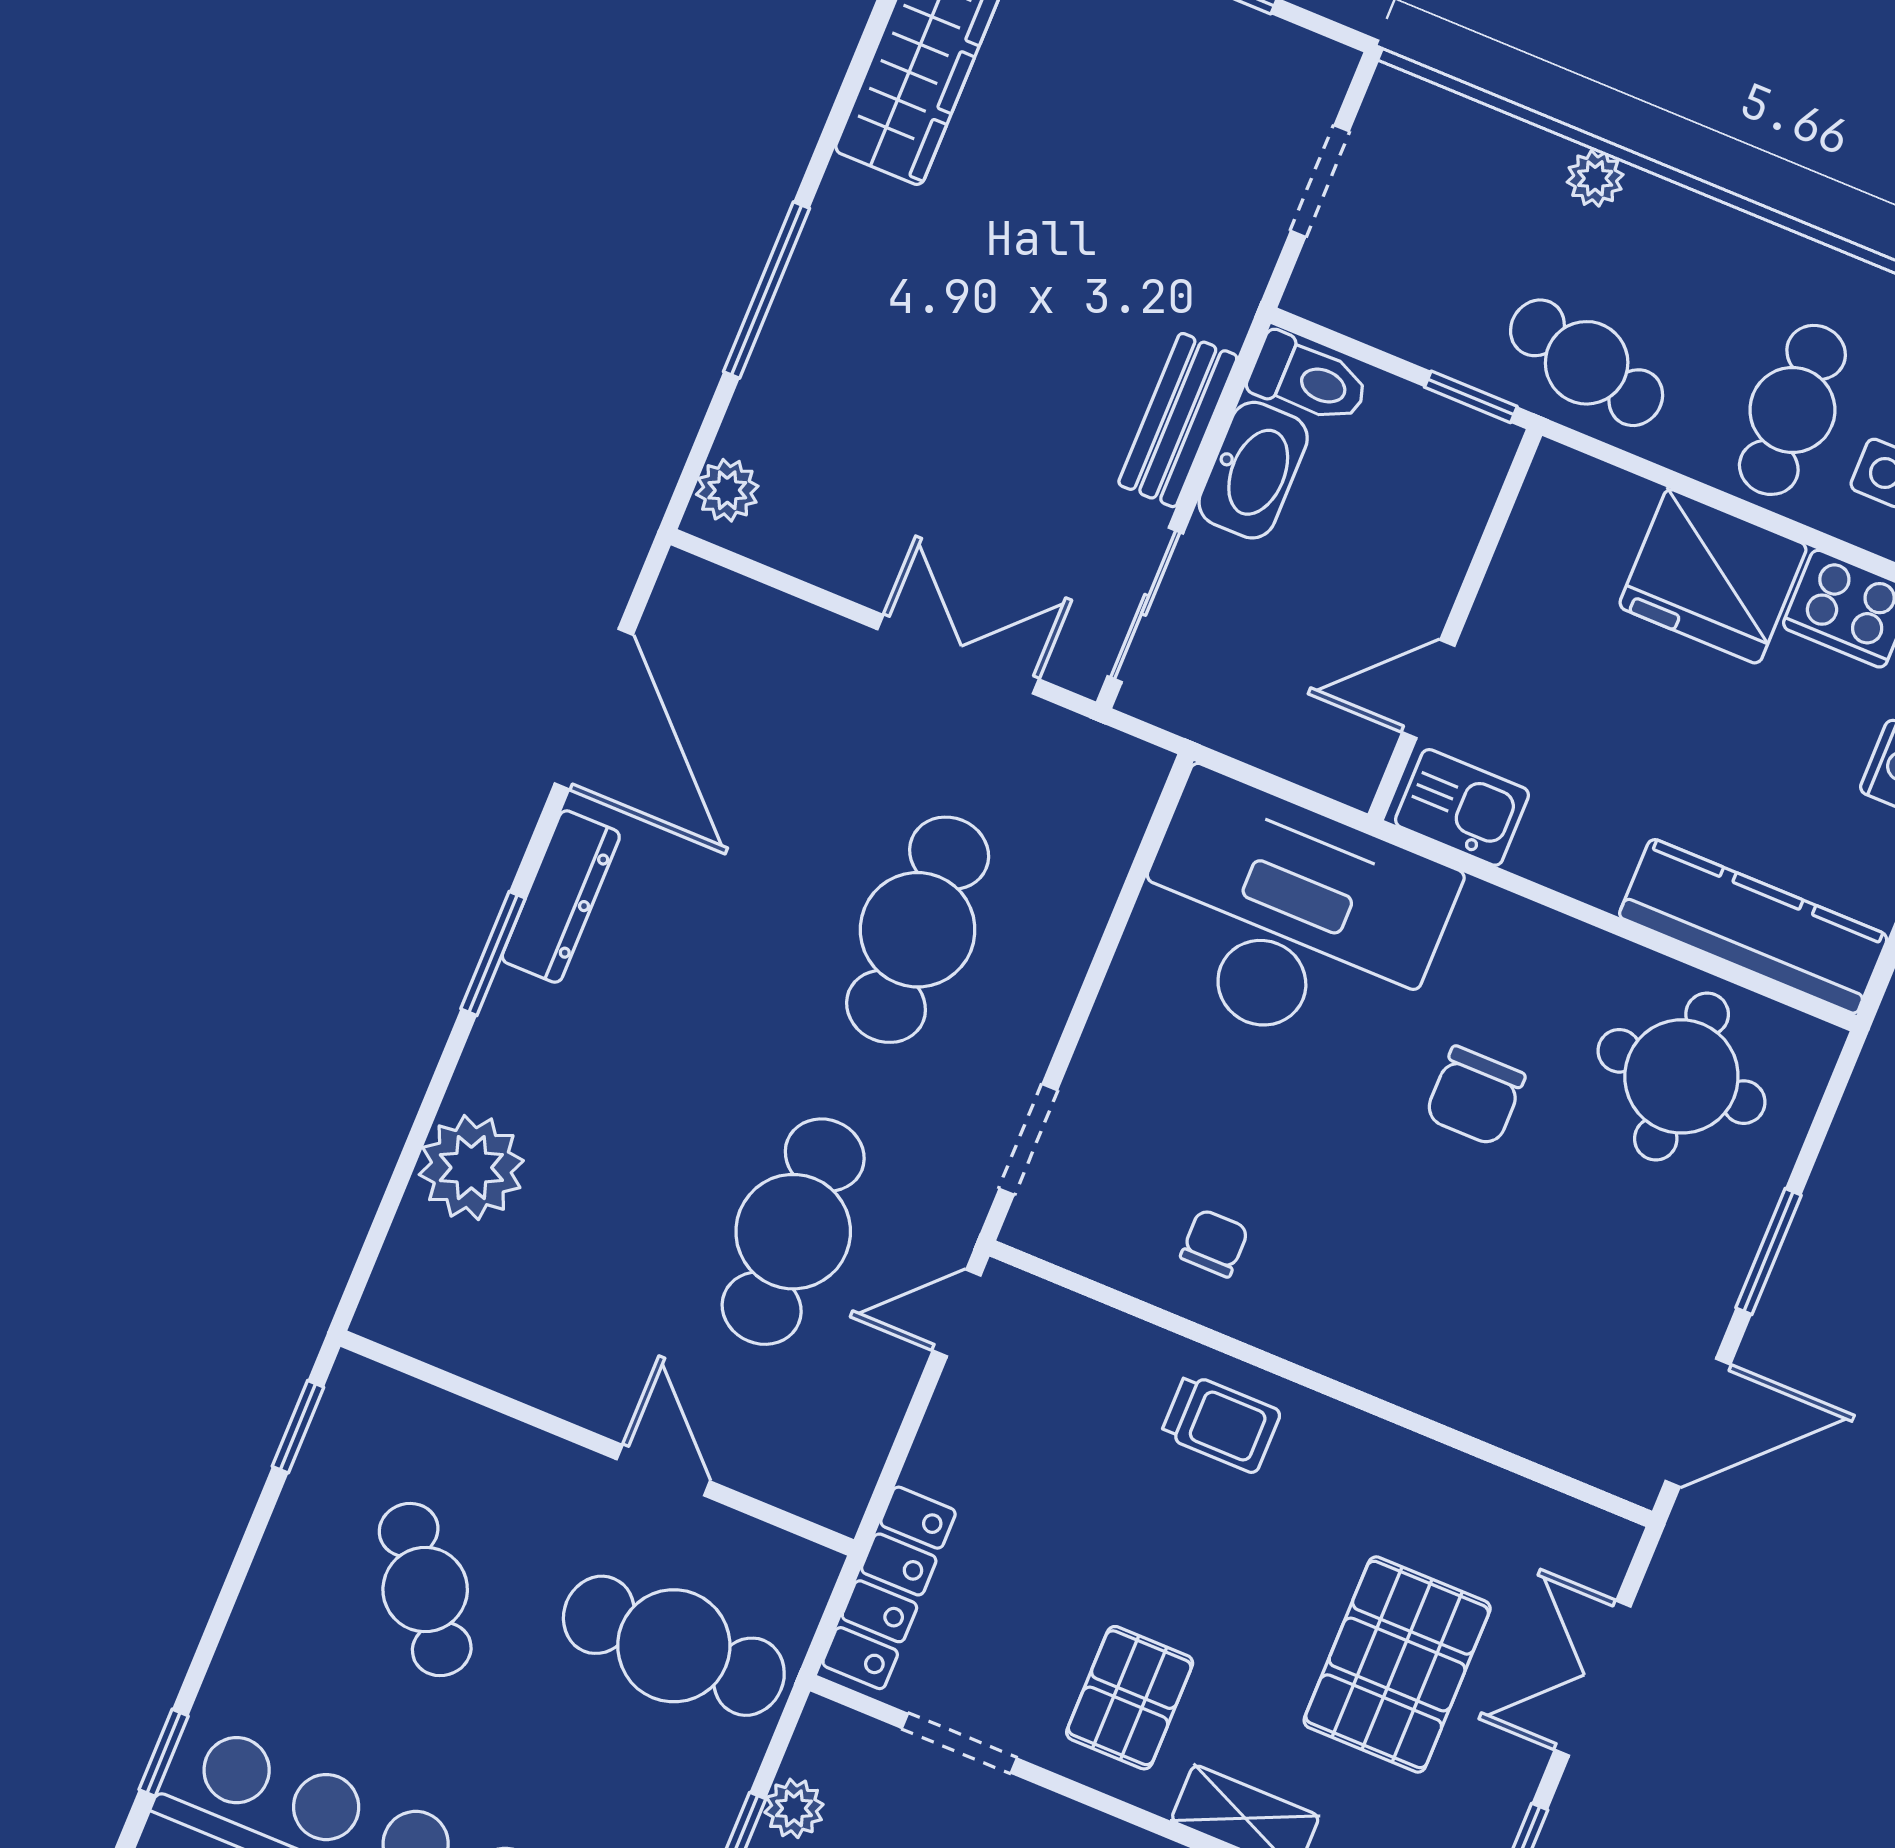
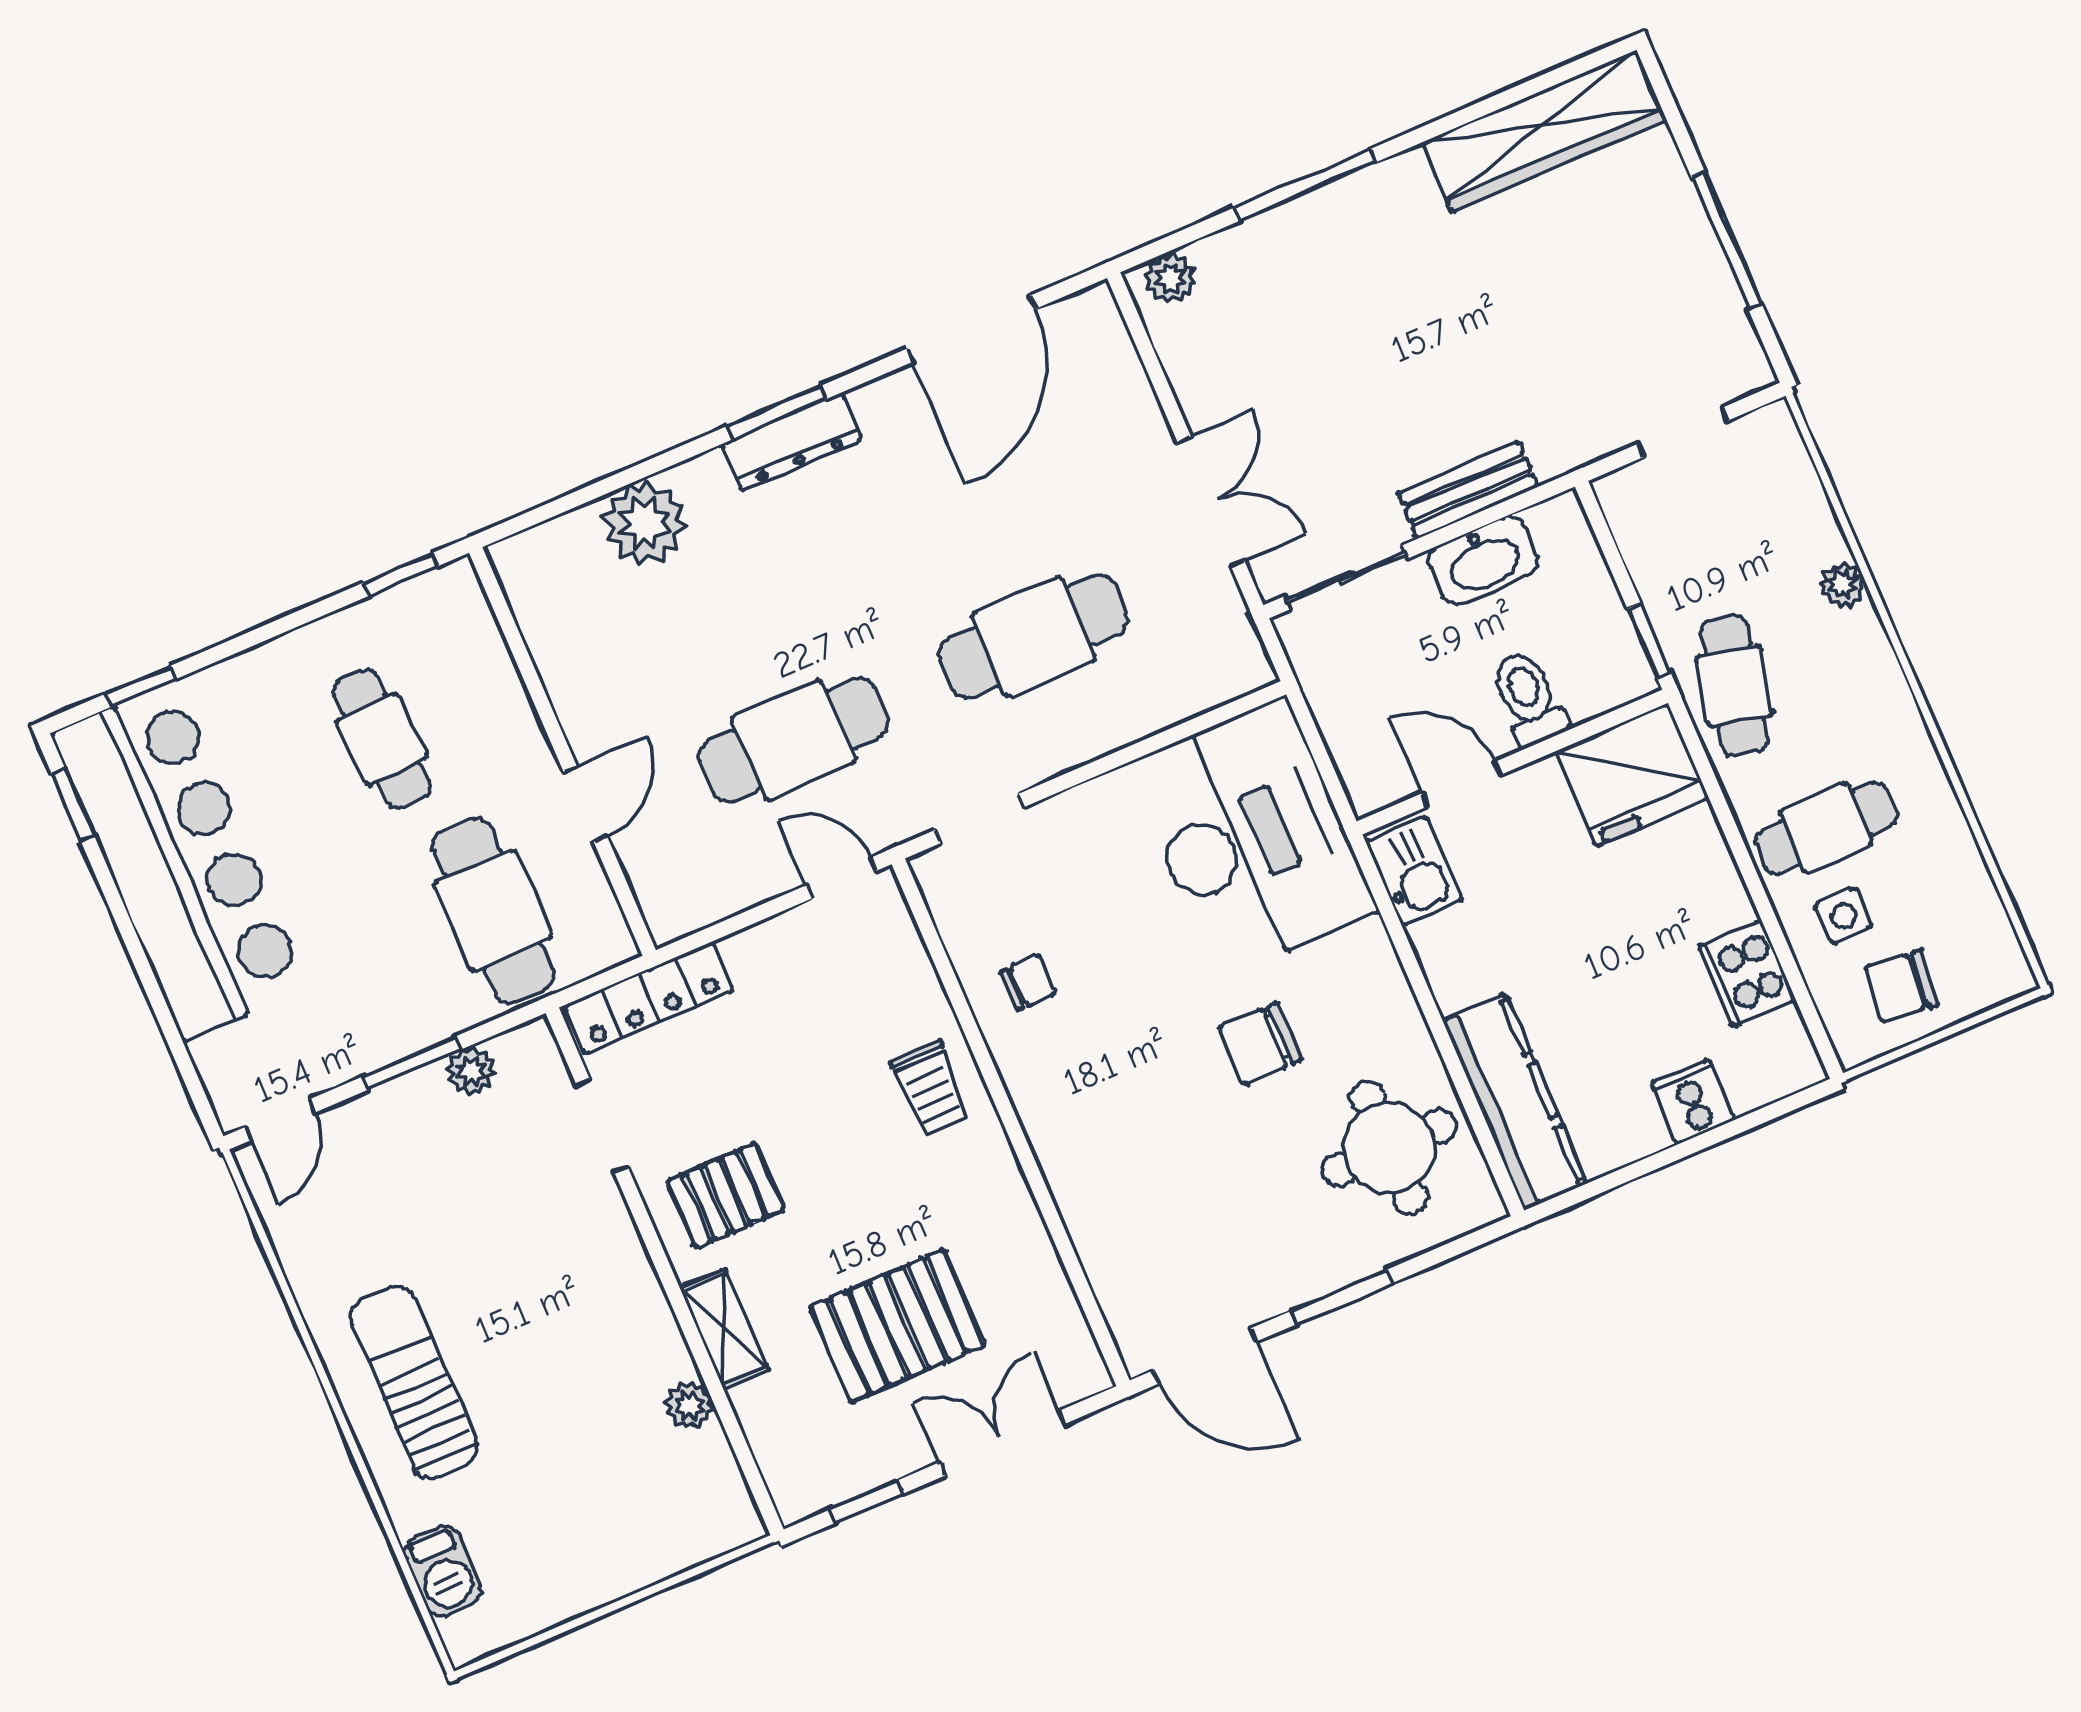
toilet: (1309, 380) -> (1528, 698), moved, turned 180
fridge: (1713, 576) -> (1632, 775), moved, turned -90
dresser: (561, 897) -> (792, 442), moved
cafe table: (425, 1590) -> (382, 739), turned -55

